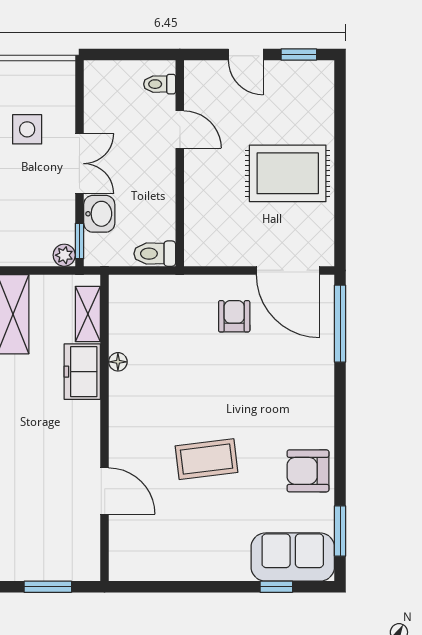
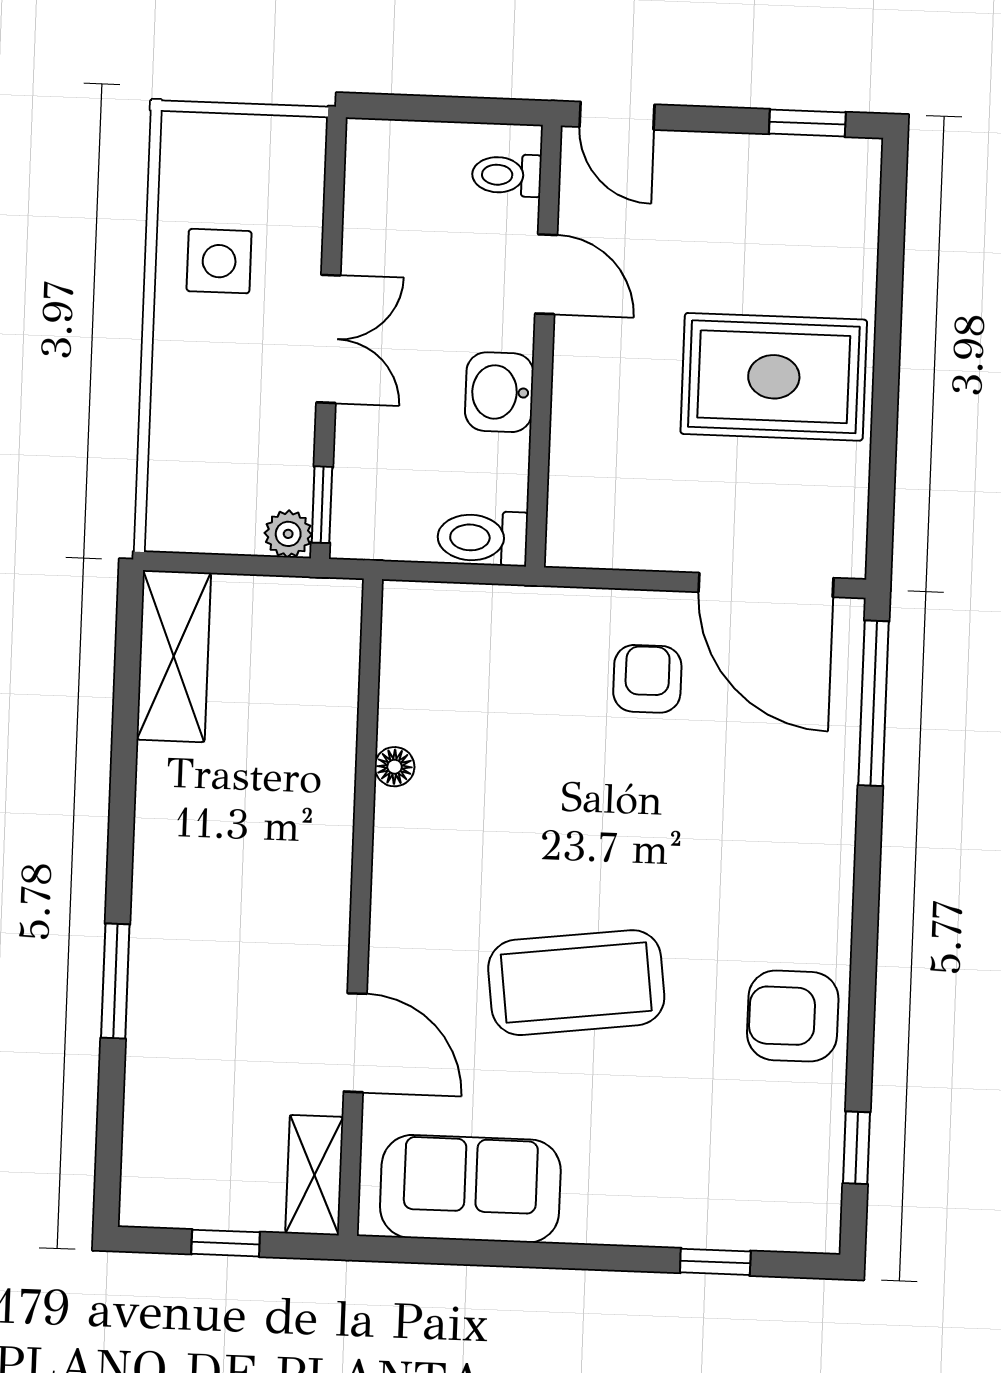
door: (246, 54) -> (617, 116), moved
washbasin: (99, 214) -> (499, 392), moved, turned 180
shelving: (88, 314) -> (314, 1175), moved
freezer: (82, 372) -> (317, 785), removed
coffee table: (207, 459) -> (576, 983), width x1.36, depth x1.32
window: (340, 531) -> (857, 1148), width x0.67
sofa: (293, 557) -> (470, 1189), moved
window: (48, 587) -> (226, 1243), width x0.67

